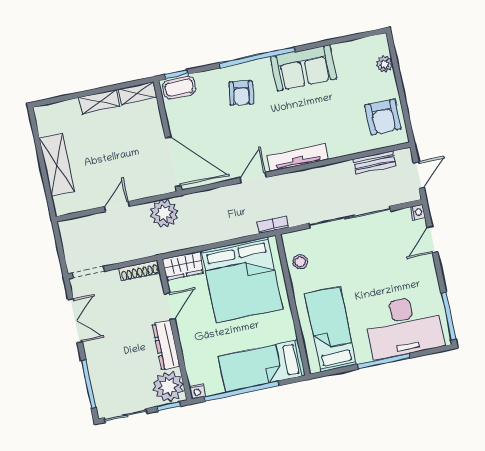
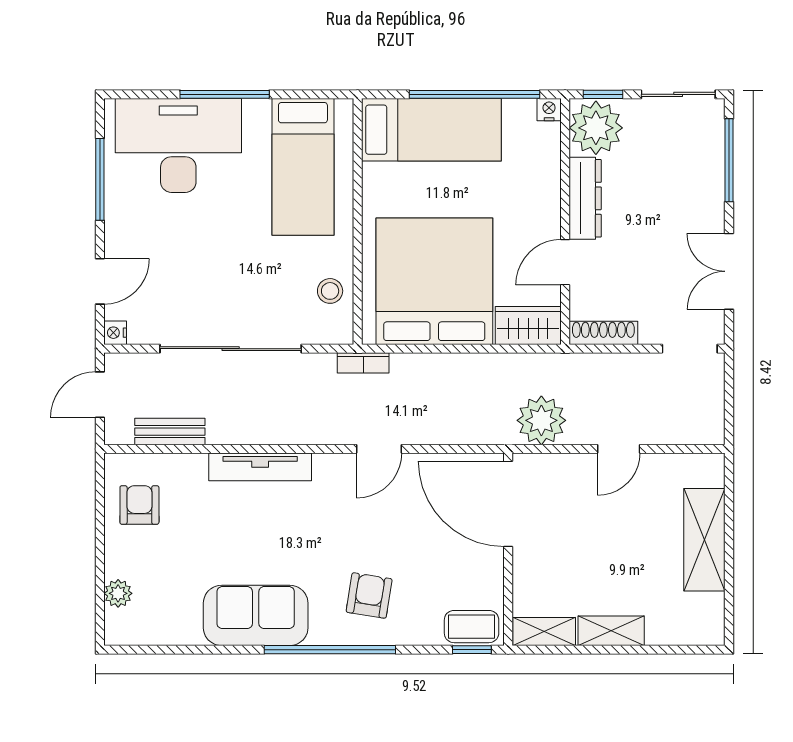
armchair: (383, 117) -> (139, 505), width x0.72, depth x0.72
tv unit: (297, 158) -> (260, 467), moved
window: (448, 316) -> (100, 179), moved

